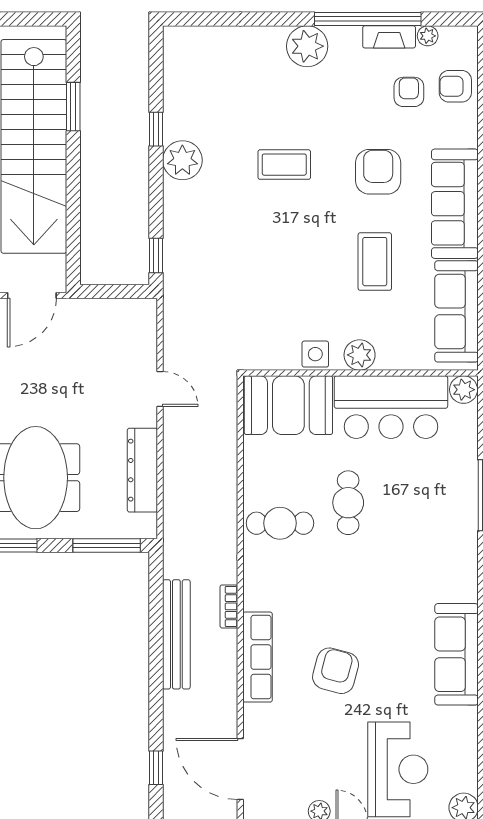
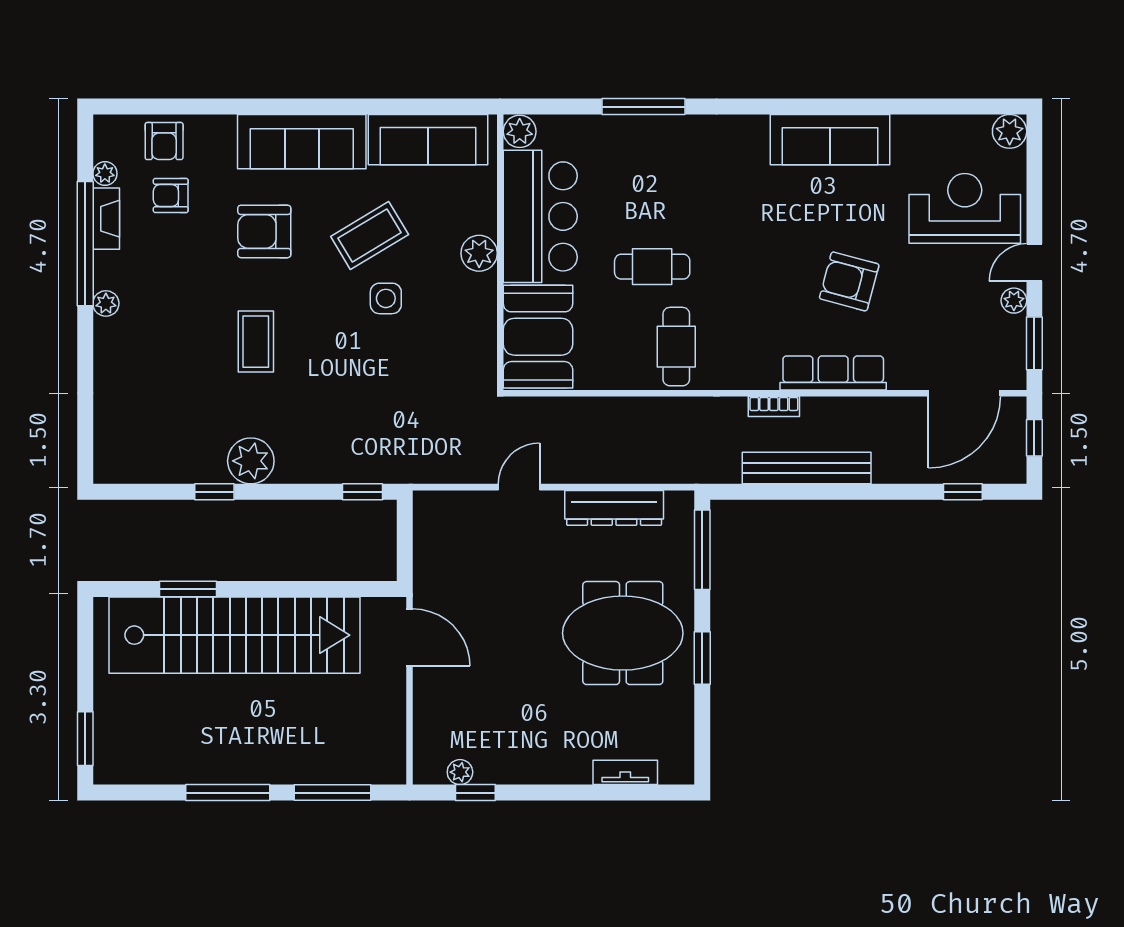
plant: (307, 46) -> (106, 303), width x0.53, depth x0.53
coffee table: (375, 262) -> (370, 235), turned -31
side table: (315, 354) -> (386, 298), moved

